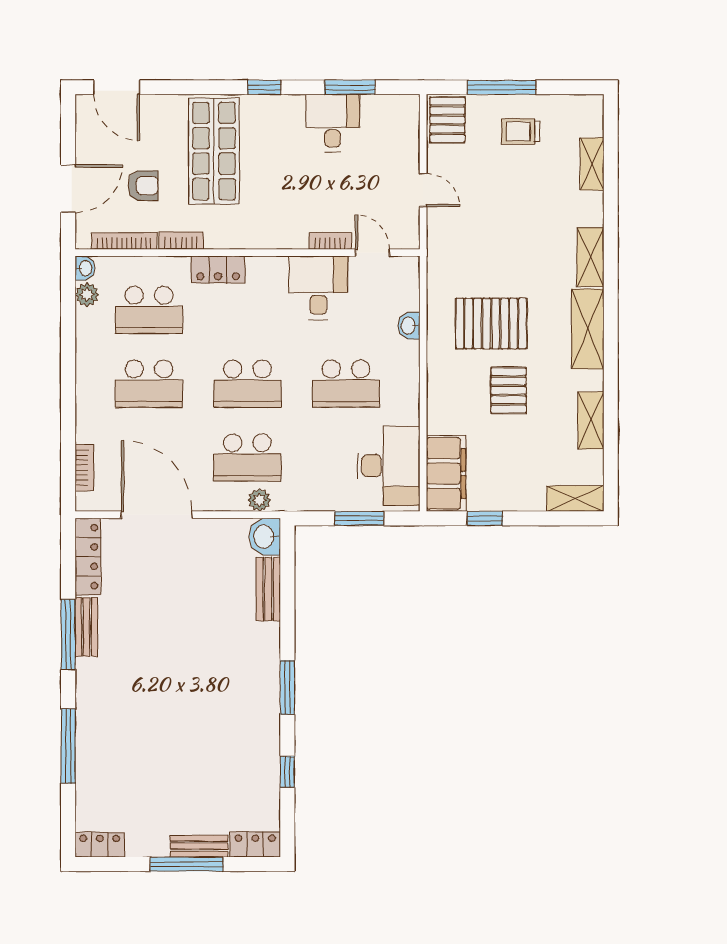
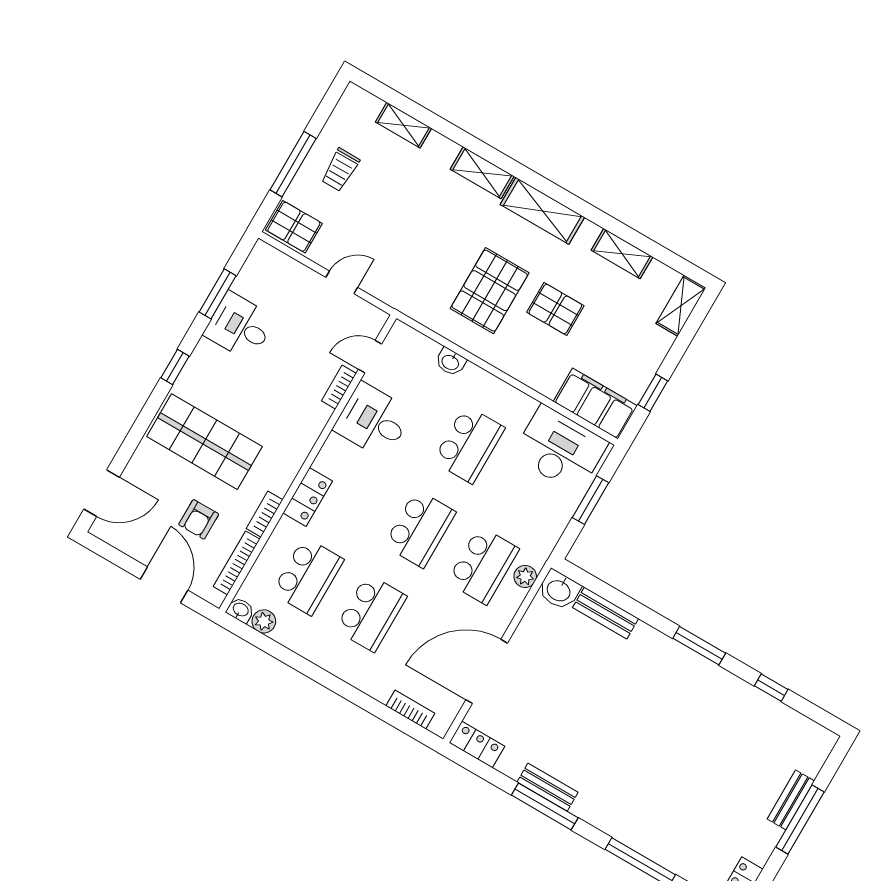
armchair: (143, 186) -> (199, 519), turned 180
locker: (88, 557) -> (477, 744), width x0.66
locker: (255, 844) -> (817, 751), removed

